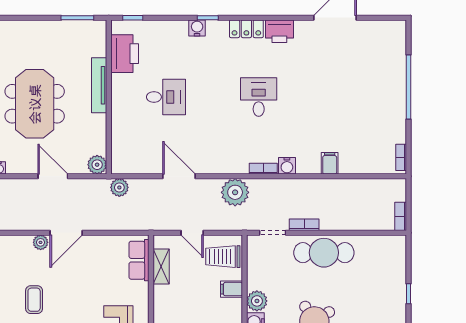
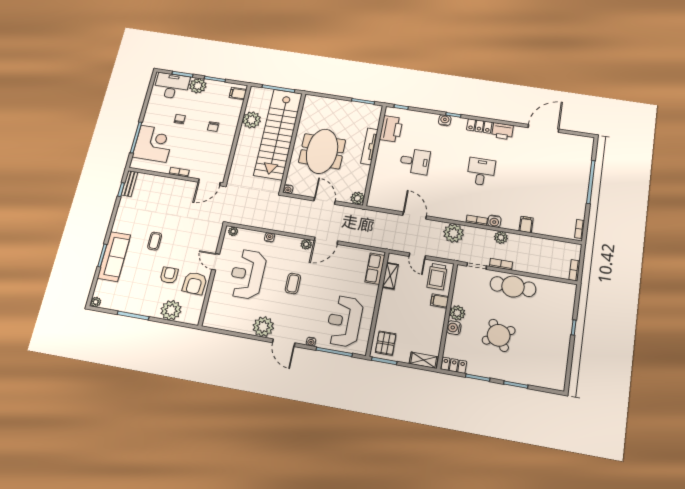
plant: (119, 187) -> (501, 237), moved
trolley: (223, 257) -> (437, 277), turned -90

